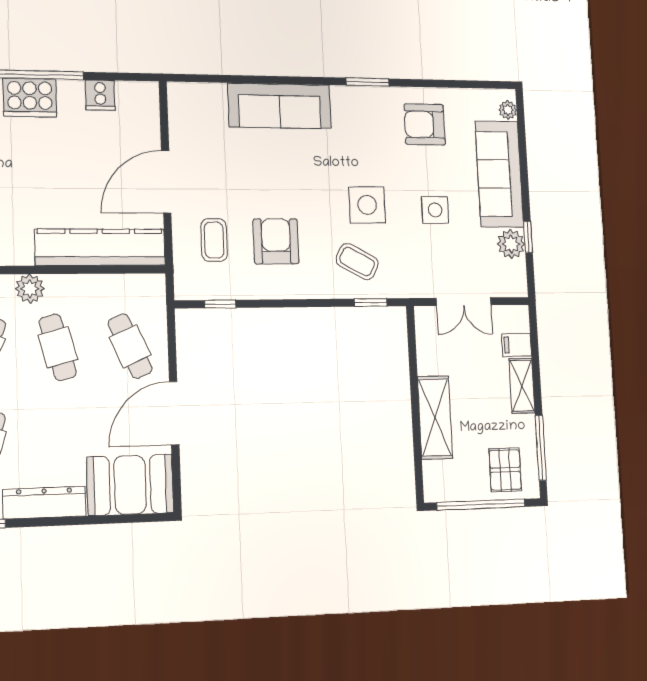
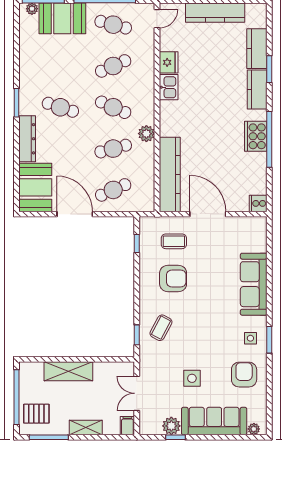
cooker: (100, 95) -> (258, 203), moved
side table: (367, 205) -> (250, 338), moved, width x0.54, depth x0.54
filing cabinet: (517, 345) -> (127, 426), moved

